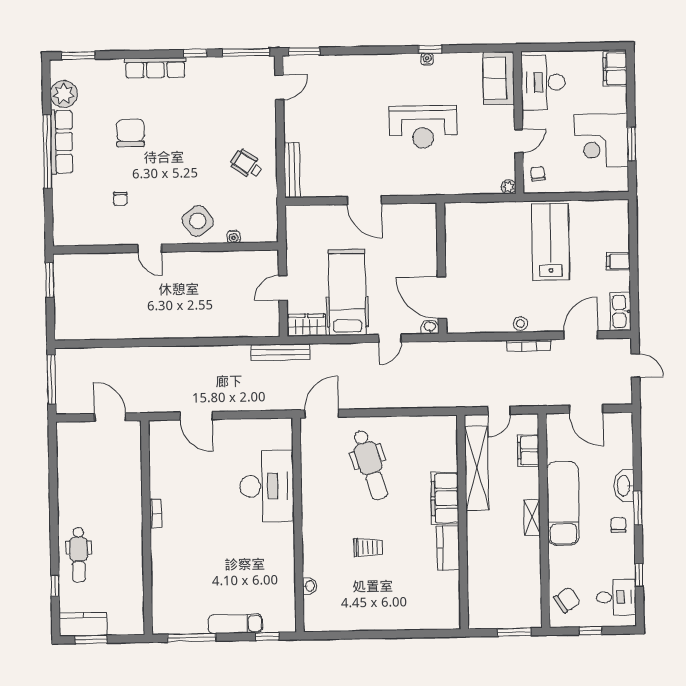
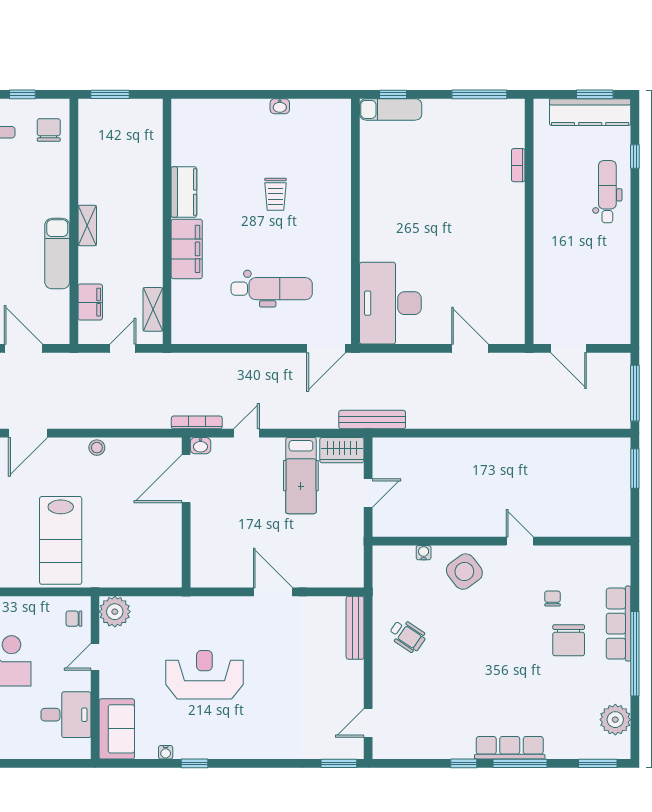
window: (246, 53) -> (520, 763), moved
water cooler: (427, 59) -> (166, 752), moved
desk: (543, 82) -> (66, 715), width x0.73
chair: (130, 133) -> (569, 640), moved
row of seats: (62, 142) -> (619, 624), moved
chair: (538, 174) -> (74, 619), turned 97
plant: (509, 187) -> (115, 612), width x1.88, depth x1.88
window: (50, 280) -> (635, 469), moved
hospital bed: (347, 292) -> (301, 476), width x0.73, depth x0.77
door: (442, 298) -> (186, 479), swing flipped
bookcase: (529, 345) -> (197, 422), moved
dental chair: (370, 465) -> (272, 289), turned 107
shelving: (477, 468) -> (153, 309), width x0.45, depth x0.75
desk: (267, 486) -> (390, 303), moved
exam couch: (563, 503) -> (57, 254), width x0.73, depth x0.69
bookcase: (156, 514) -> (518, 165), moved
trolley: (368, 547) -> (276, 194), turned -90
washbasin: (310, 586) -> (280, 106), moved, turned -90
chair: (567, 600) -> (49, 130), turned 123
kitchen counter: (83, 624) -> (590, 112), width x1.50
exam couch: (235, 624) -> (391, 109), moved

